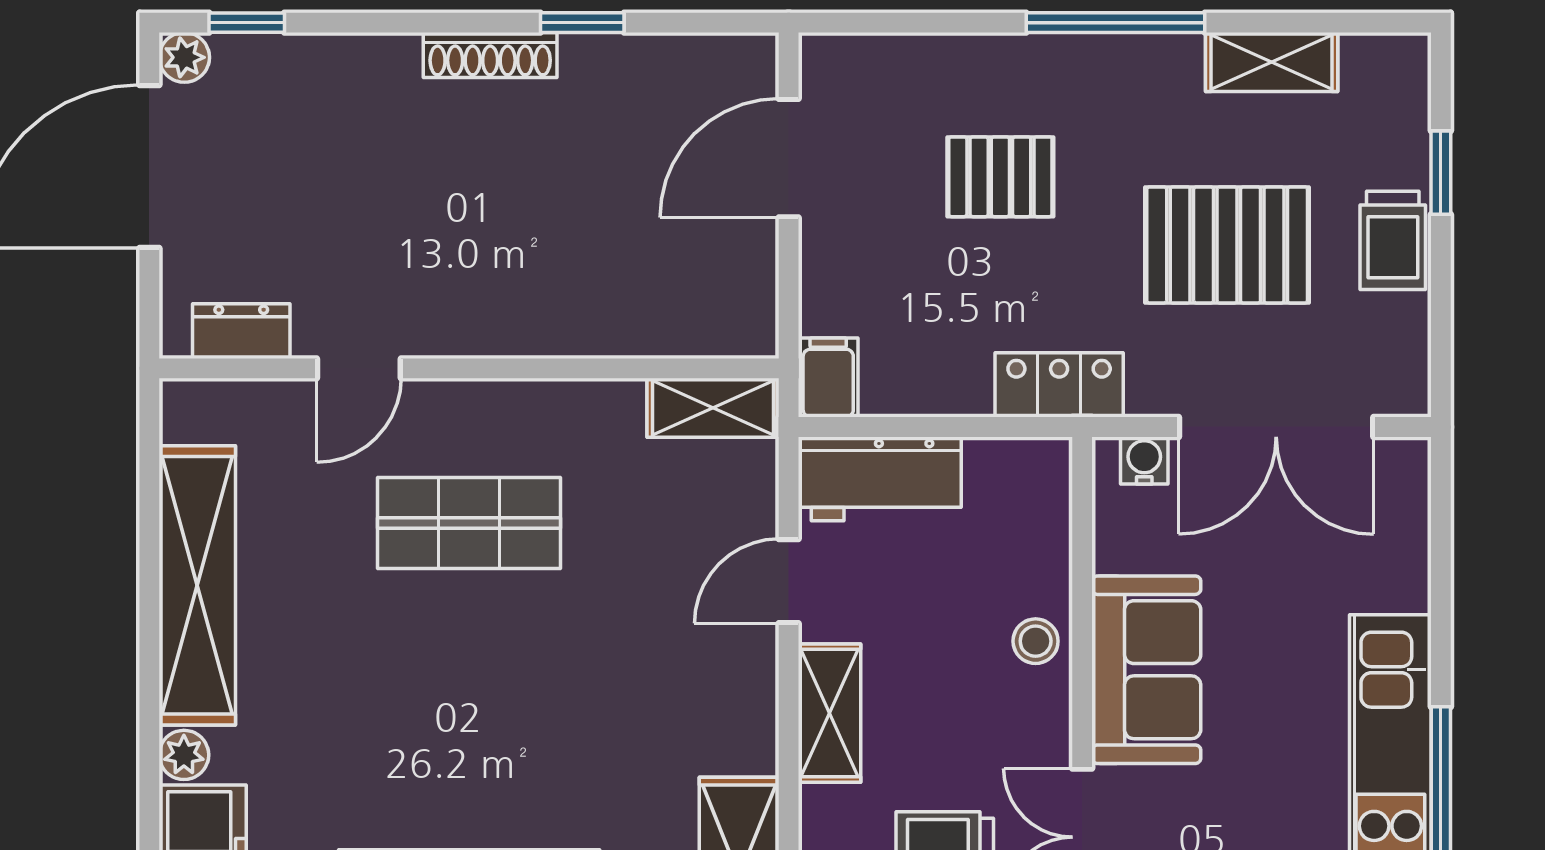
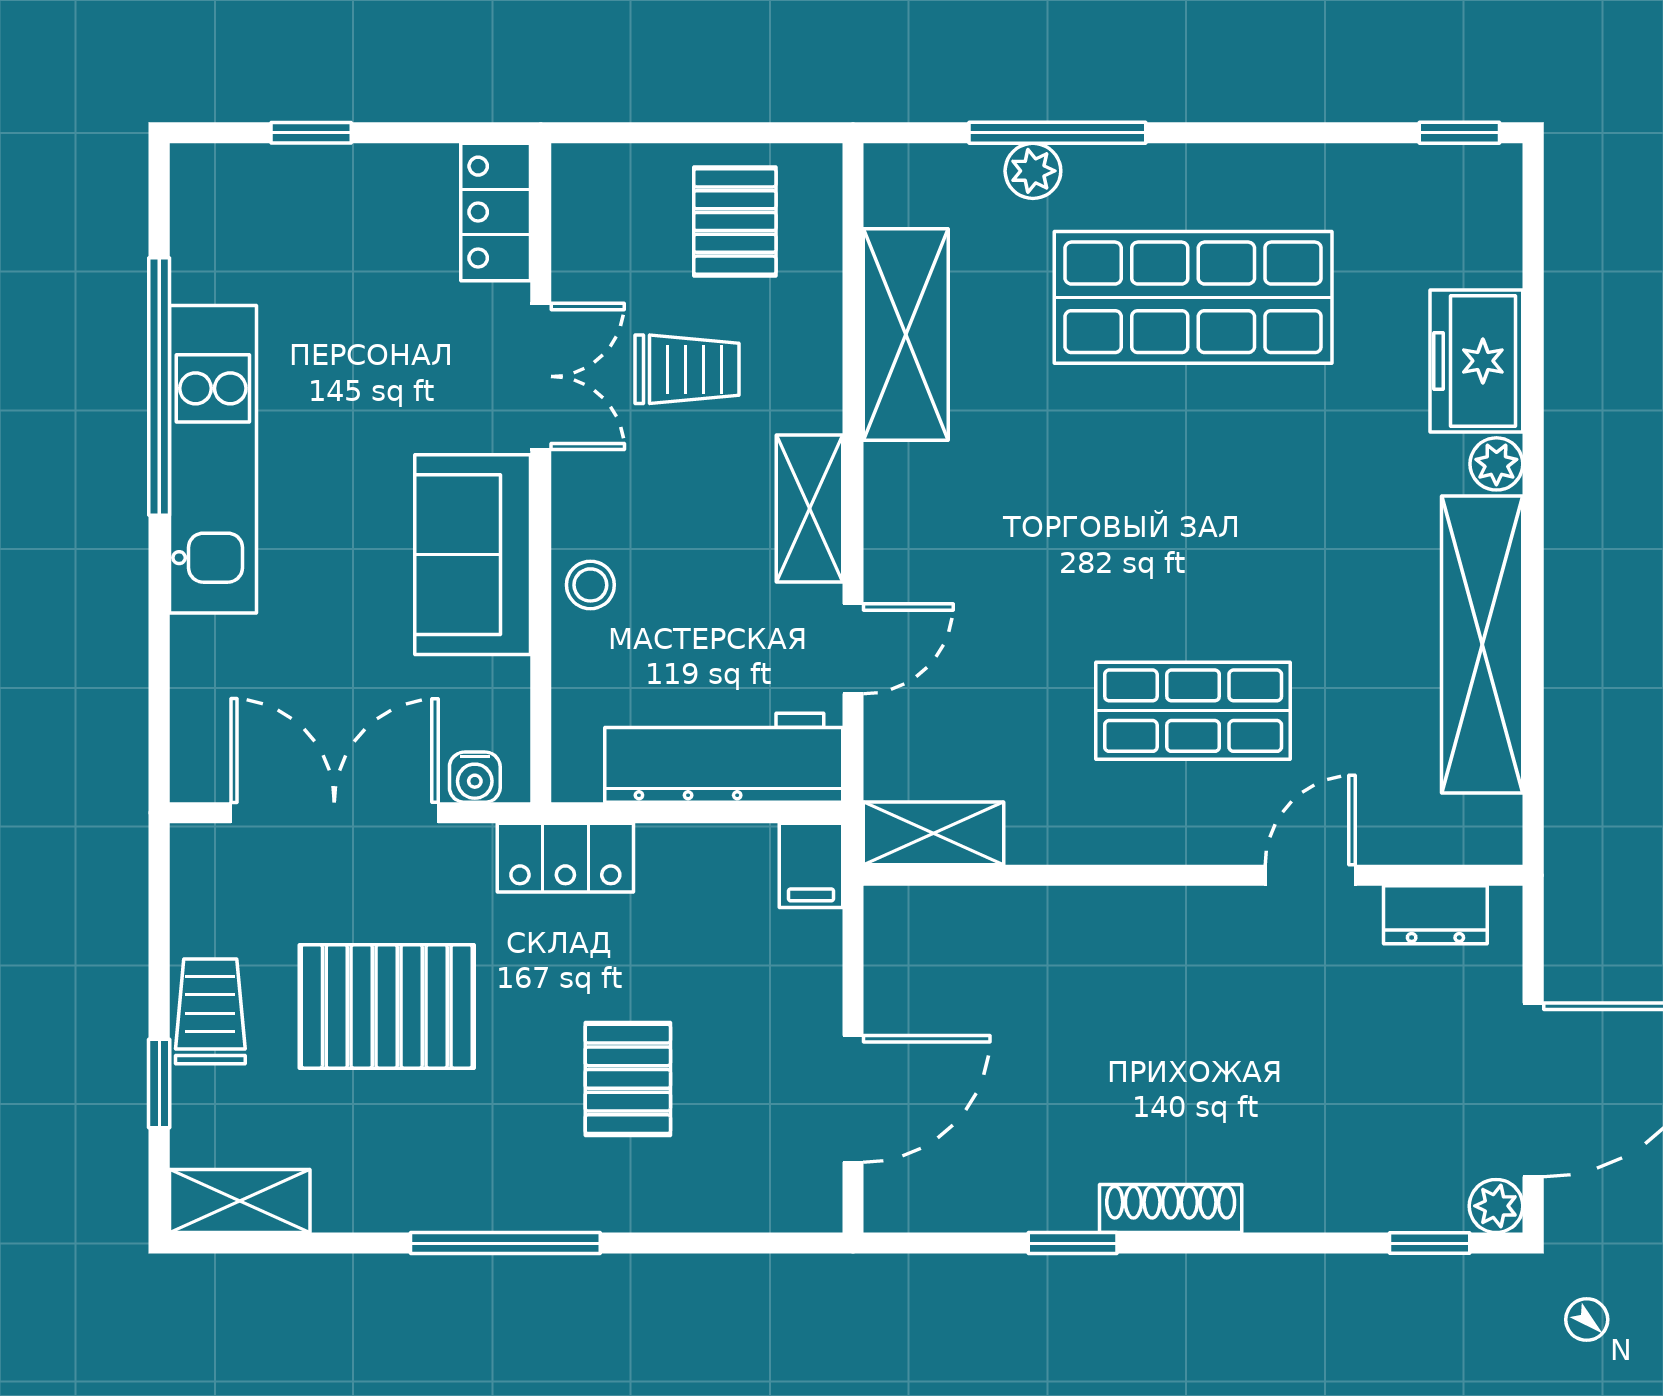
shelving: (1272, 62) -> (240, 1201), moved
pallet: (1000, 177) -> (628, 1079), turned 90
workbench: (880, 479) -> (724, 758), width x1.38

